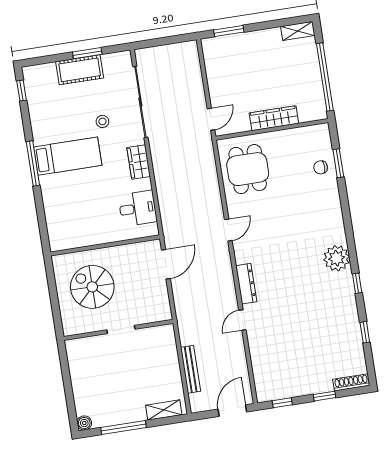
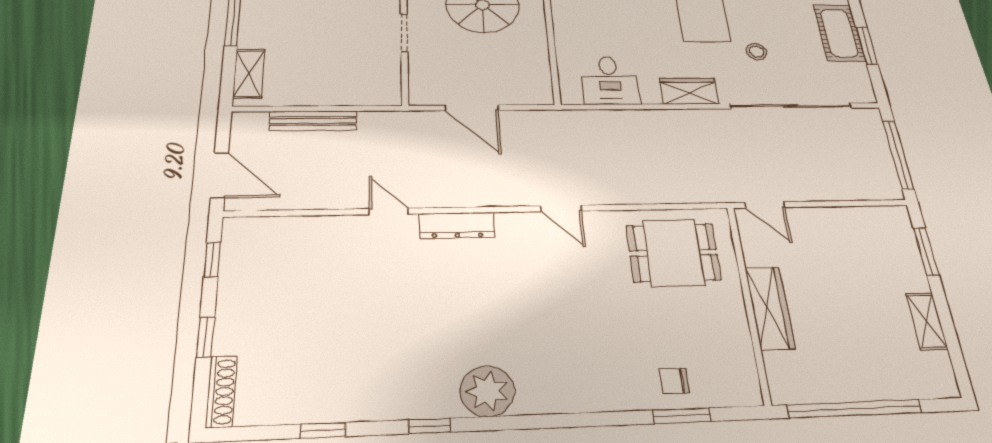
shelving: (298, 31) -> (927, 321), moved
window: (166, 41) -> (898, 155), added
chair: (321, 167) -> (674, 381), turned -89
door: (166, 264) -> (472, 108), moved

